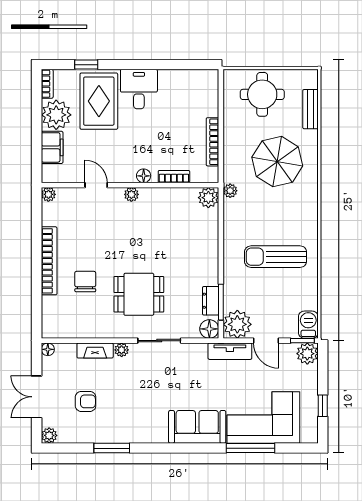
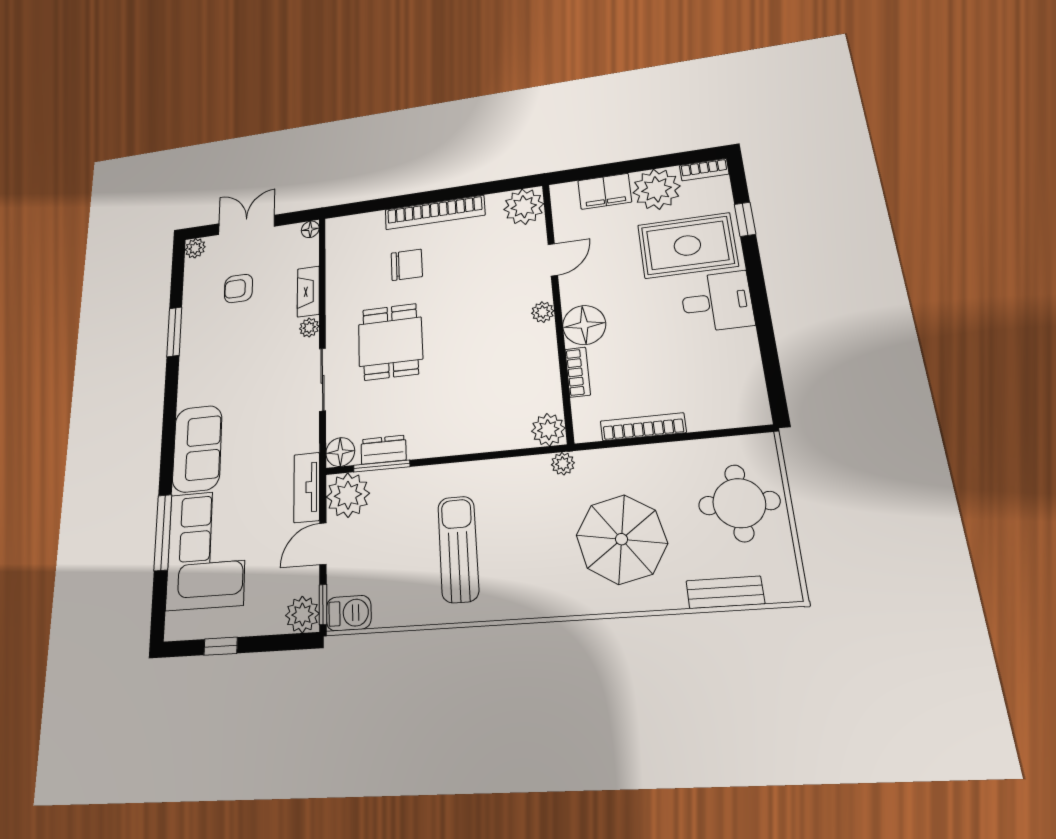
floor lamp: (144, 176) -> (584, 325), width x1.89, depth x1.89
plant: (48, 194) -> (524, 207), width x1.87, depth x1.87
armchair: (86, 401) -> (238, 288), turned 90

